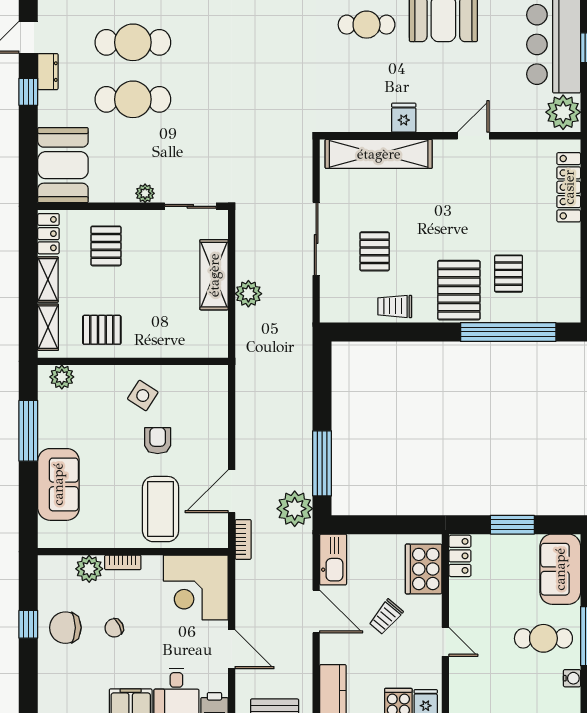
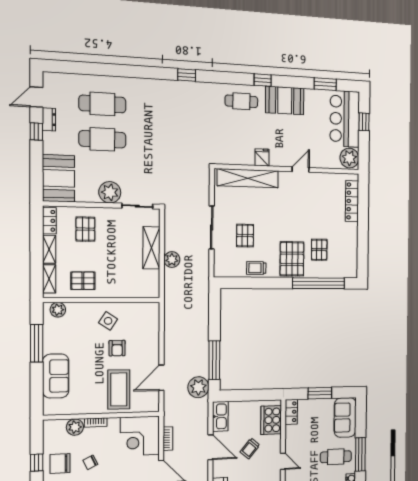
plant: (145, 193) -> (110, 192), width x1.87, depth x1.87
armchair: (158, 441) -> (117, 348), turned 180
bookcase: (243, 539) -> (168, 439), moved

